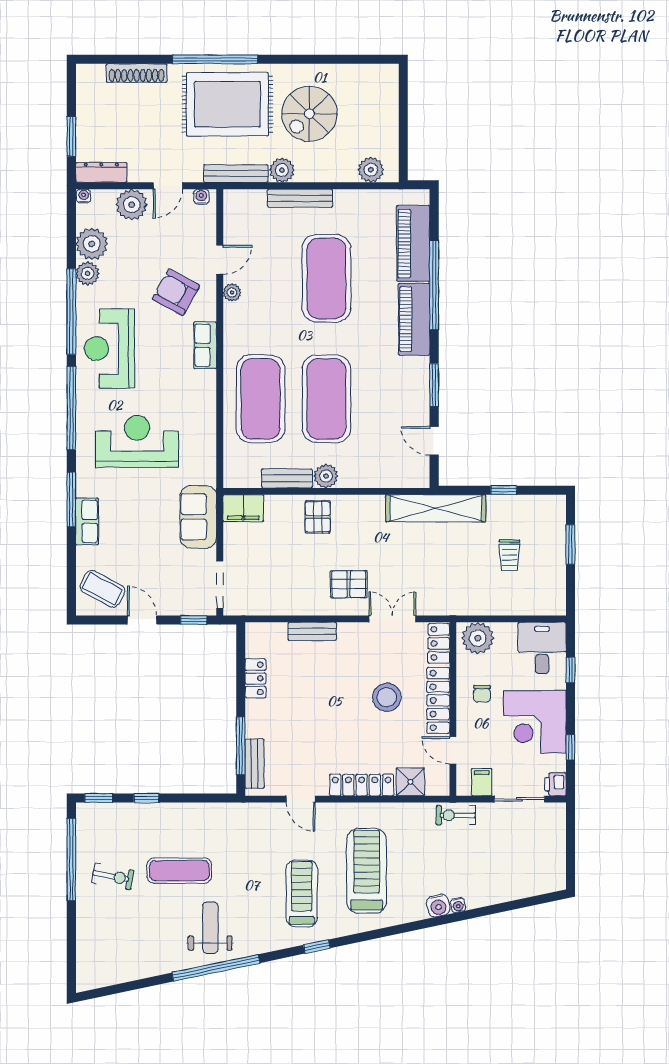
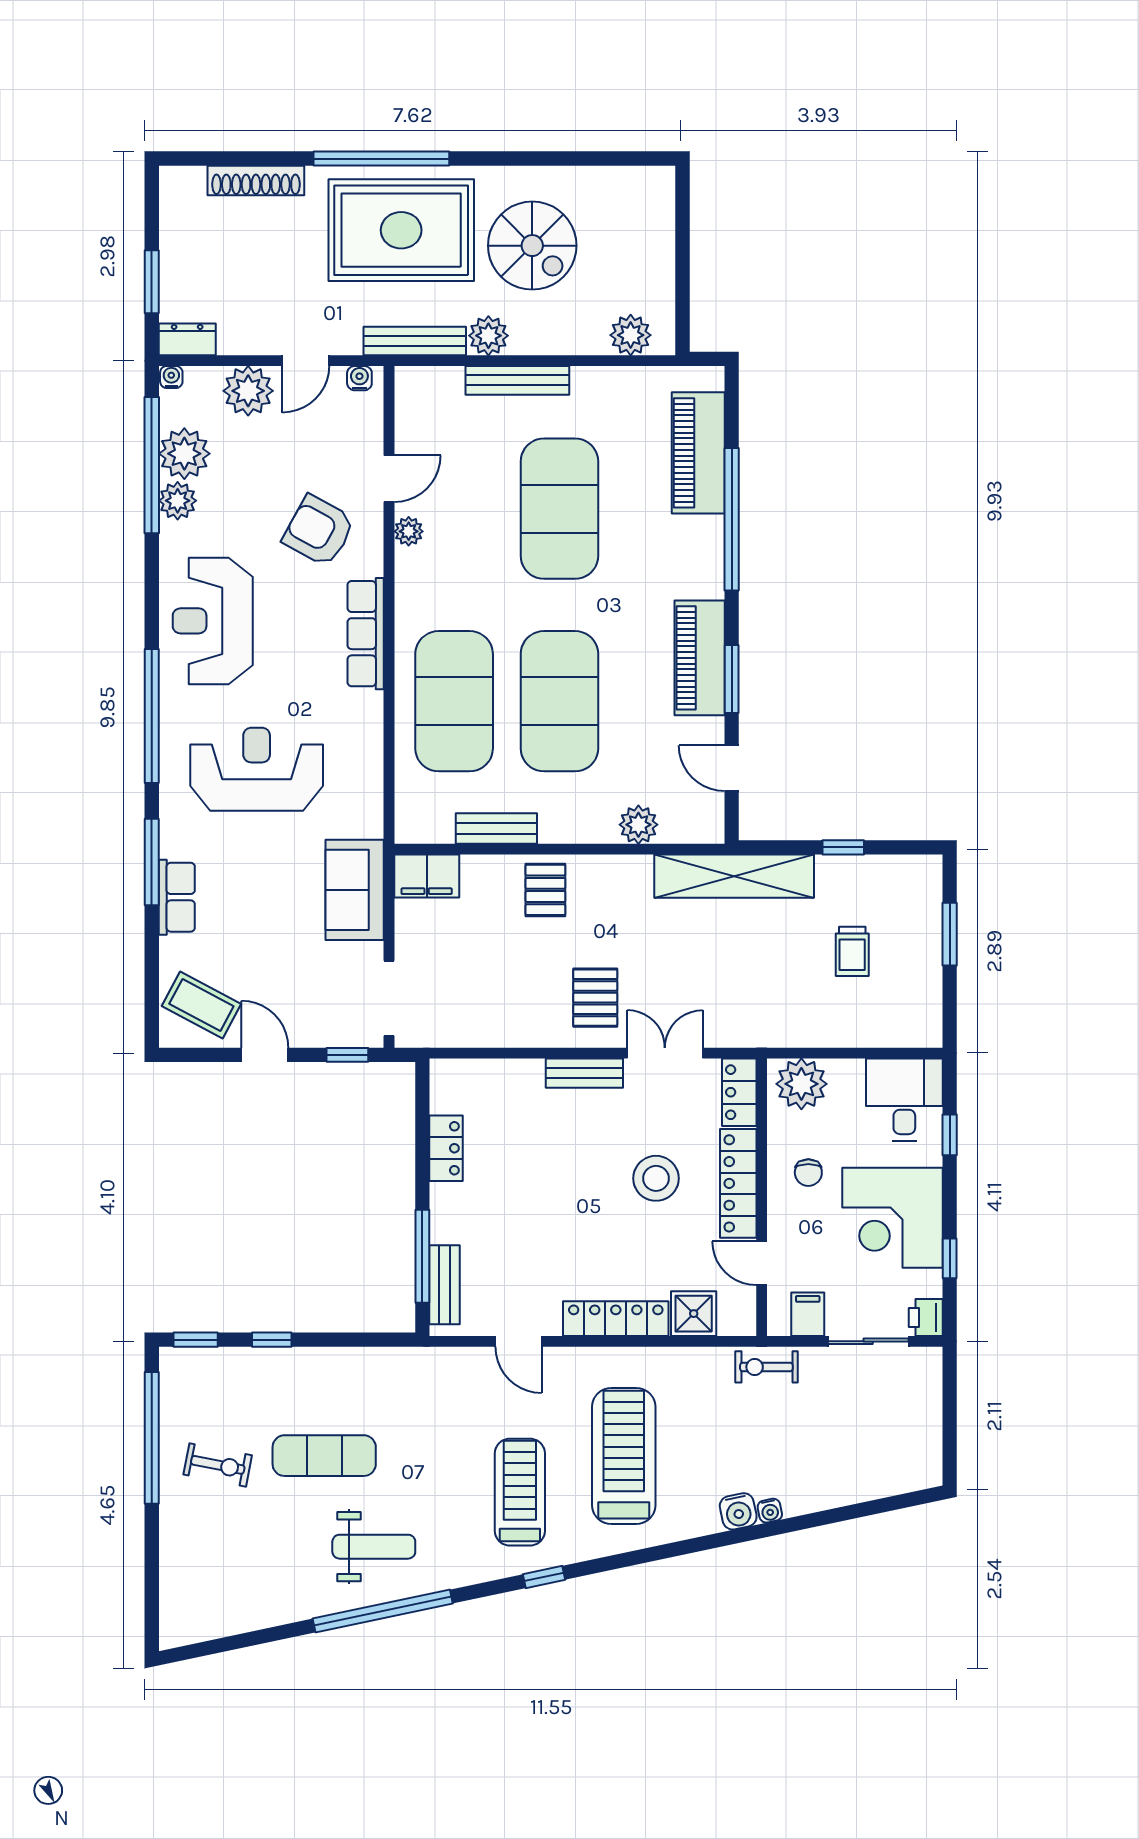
spiral stairs: (309, 114) -> (532, 246), turned -90
dresser: (101, 172) -> (187, 339), width x0.70
window: (71, 312) -> (152, 465), moved
piano: (414, 319) -> (700, 658), moved
row of seats: (205, 345) -> (366, 634), width x1.48
plant: (326, 476) -> (638, 825), moved
pallet: (349, 584) -> (595, 998), turned 90
bench: (312, 631) -> (584, 1073), moved
weight bench: (210, 928) -> (374, 1547), turned 90

